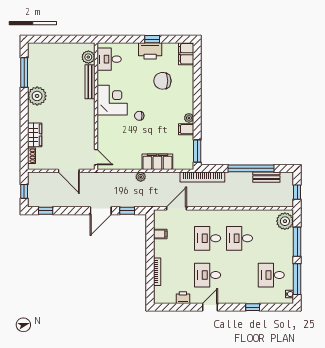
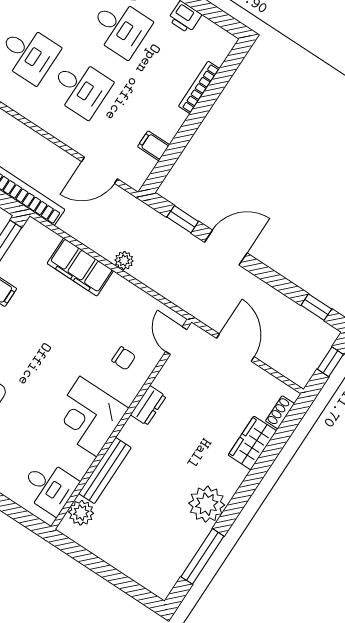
chair: (139, 116) -> (124, 358), moved
dresser: (90, 122) -> (148, 406), added

